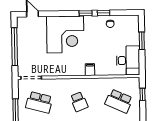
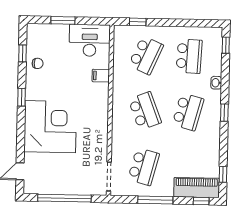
window: (104, 13) -> (22, 53), moved
filing cabinet: (90, 70) -> (101, 76), moved
school desk: (79, 102) -> (145, 111), width x1.85

